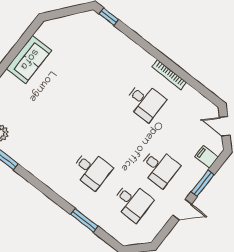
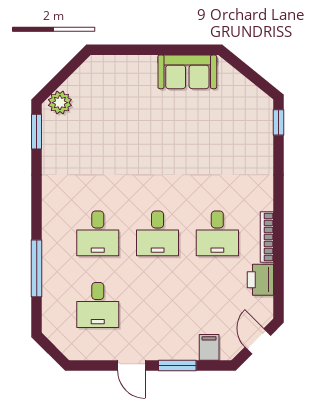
sofa: (29, 59) -> (187, 72), moved
printer: (191, 97) -> (260, 280), added
desk: (159, 167) -> (158, 233), moved
window: (84, 220) -> (37, 268), width x1.44

